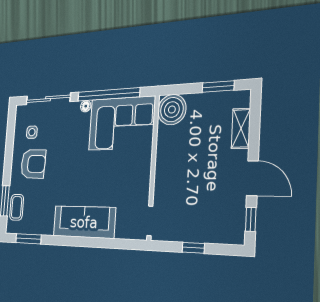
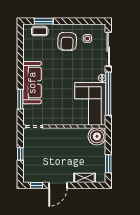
window: (28, 239) -> (20, 99), moved

